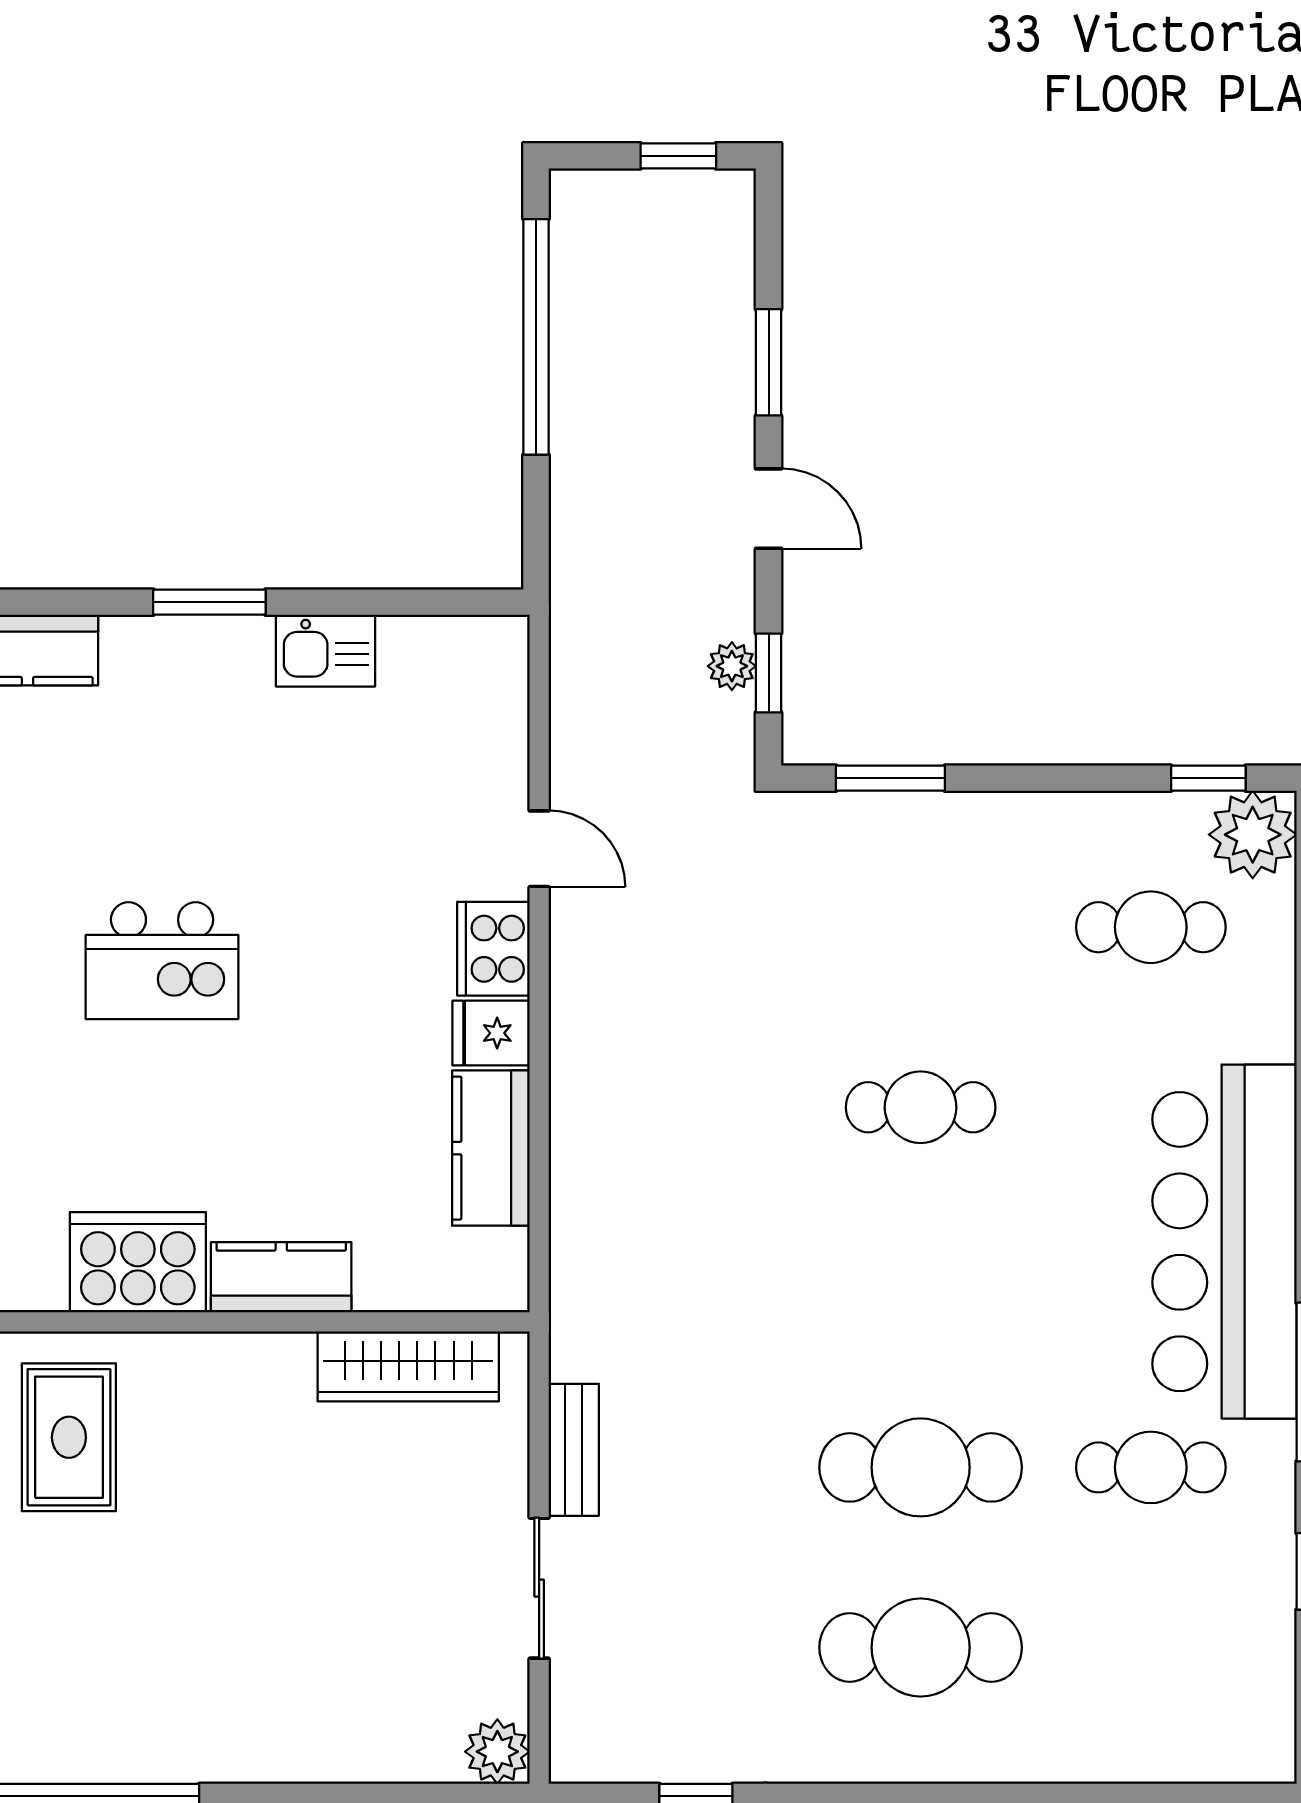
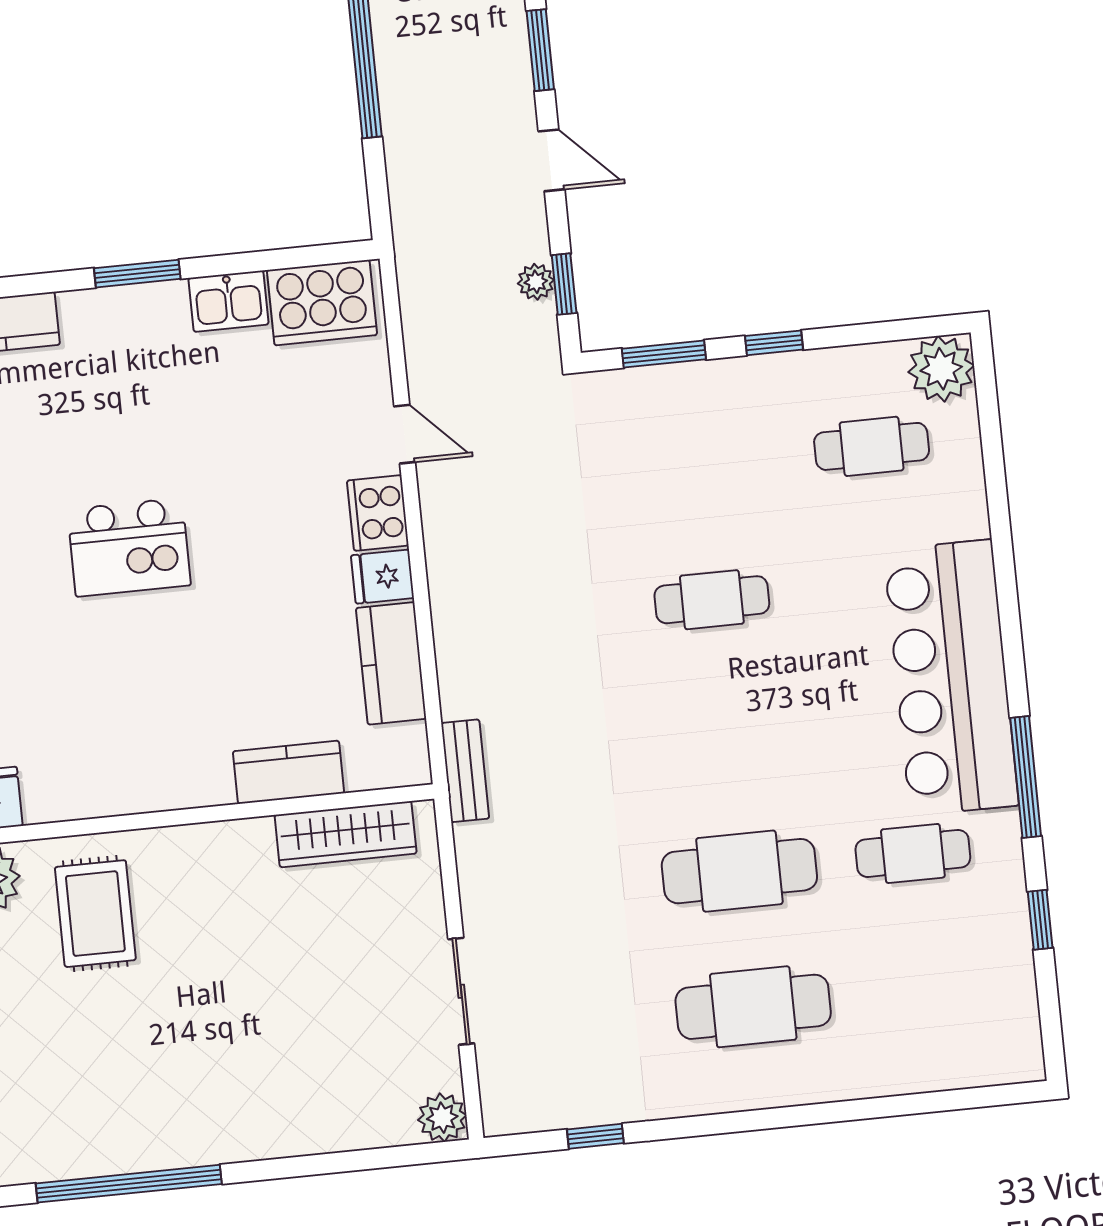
window: (1208, 778) -> (774, 343), moved
cooker: (138, 1262) -> (322, 303), moved, turned 180
kitchen counter: (281, 1277) -> (288, 772), moved
bench: (574, 1450) -> (465, 771), moved

